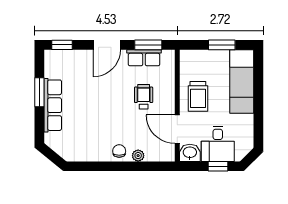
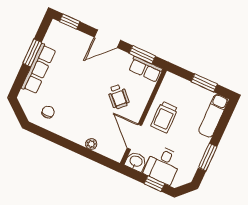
row of seats: (144, 58) -> (145, 69), moved
exam couch: (242, 81) -> (213, 116), width x0.73, depth x0.69
wheelchair: (144, 97) -> (118, 97), turned 136
window: (258, 116) -> (208, 157), added
chair: (119, 151) -> (48, 112), moved

